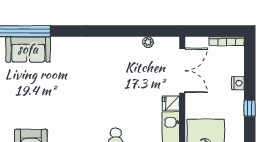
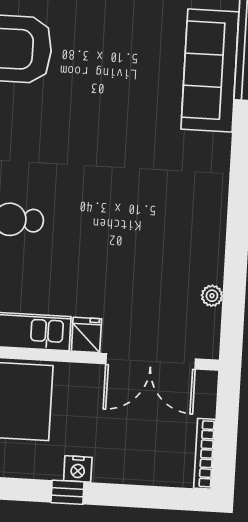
sofa: (28, 49) -> (210, 71), width x1.36
nightstand: (238, 83) -> (78, 469), moved

